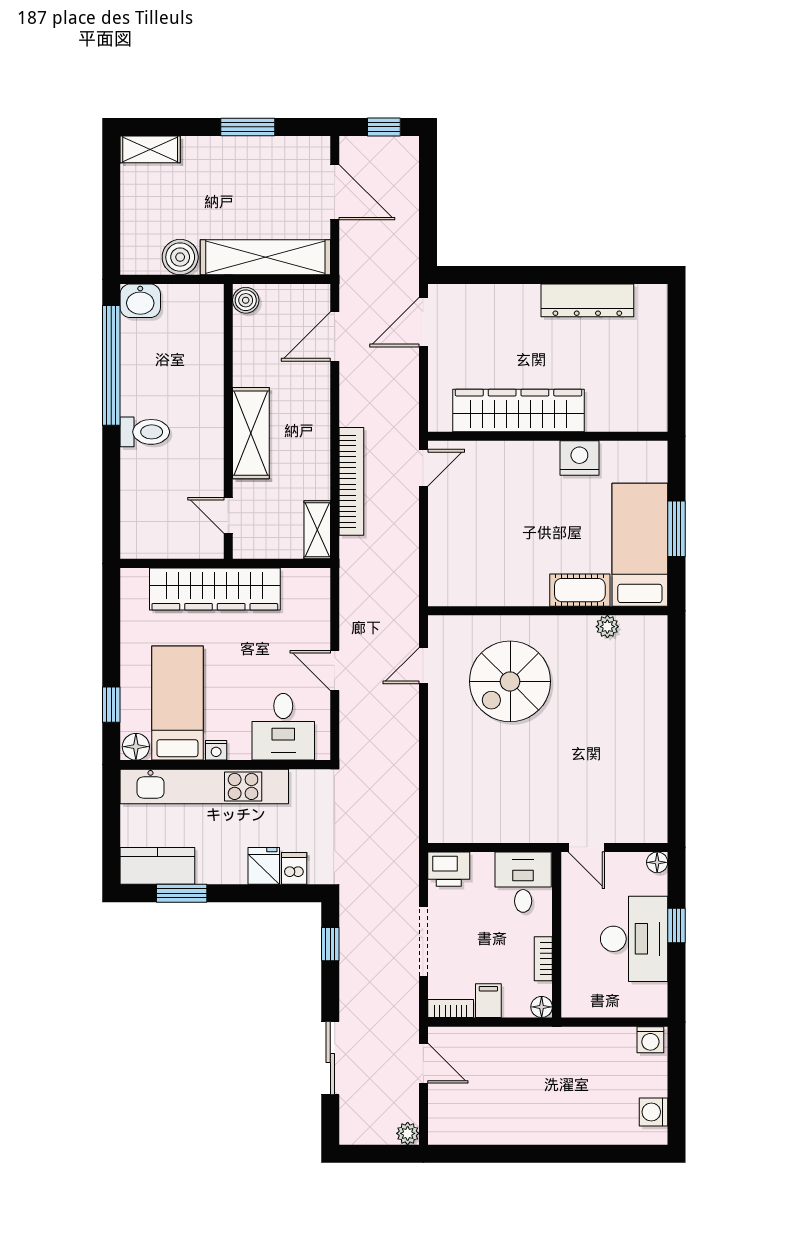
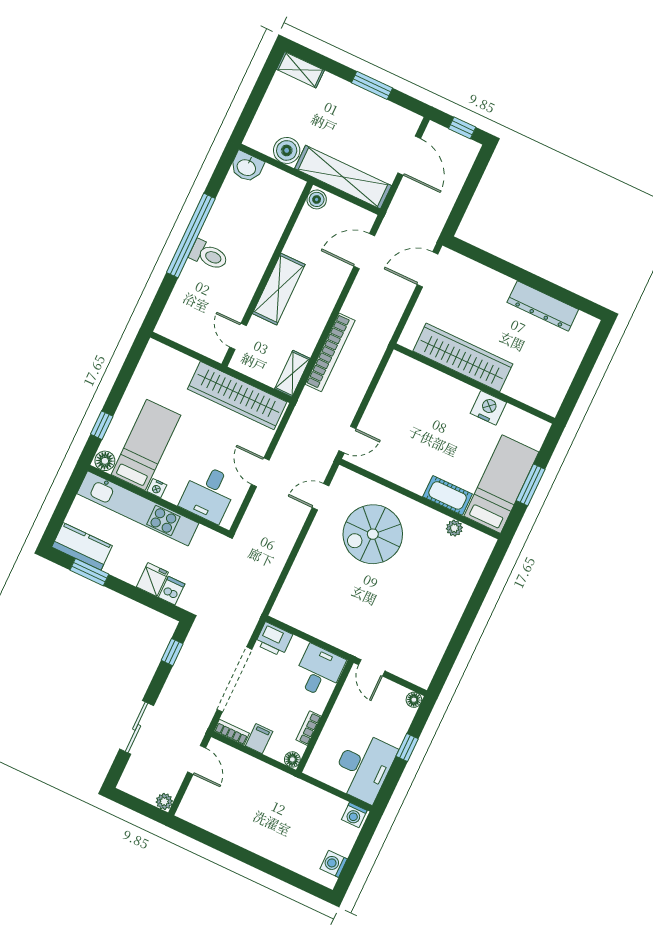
window: (111, 365) -> (191, 236), moved
door: (423, 468) -> (347, 440), moved
wardrobe: (215, 589) -> (237, 396), moved
desk: (634, 939) -> (364, 767), moved
doorway: (423, 942) -> (234, 679), width x1.36

